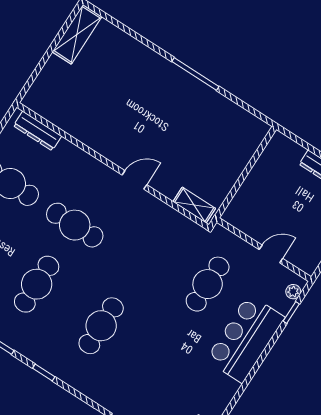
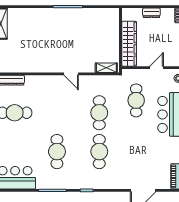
door: (134, 180) -> (71, 74), swing flipped
wardrobe: (252, 191) -> (129, 44), added
cafe table: (75, 225) -> (99, 113), moved, turned 90

